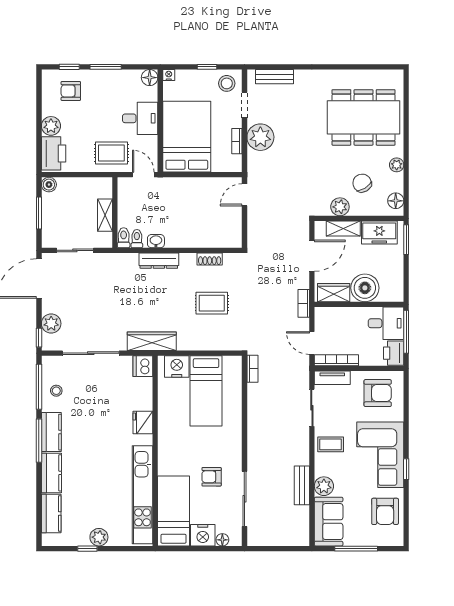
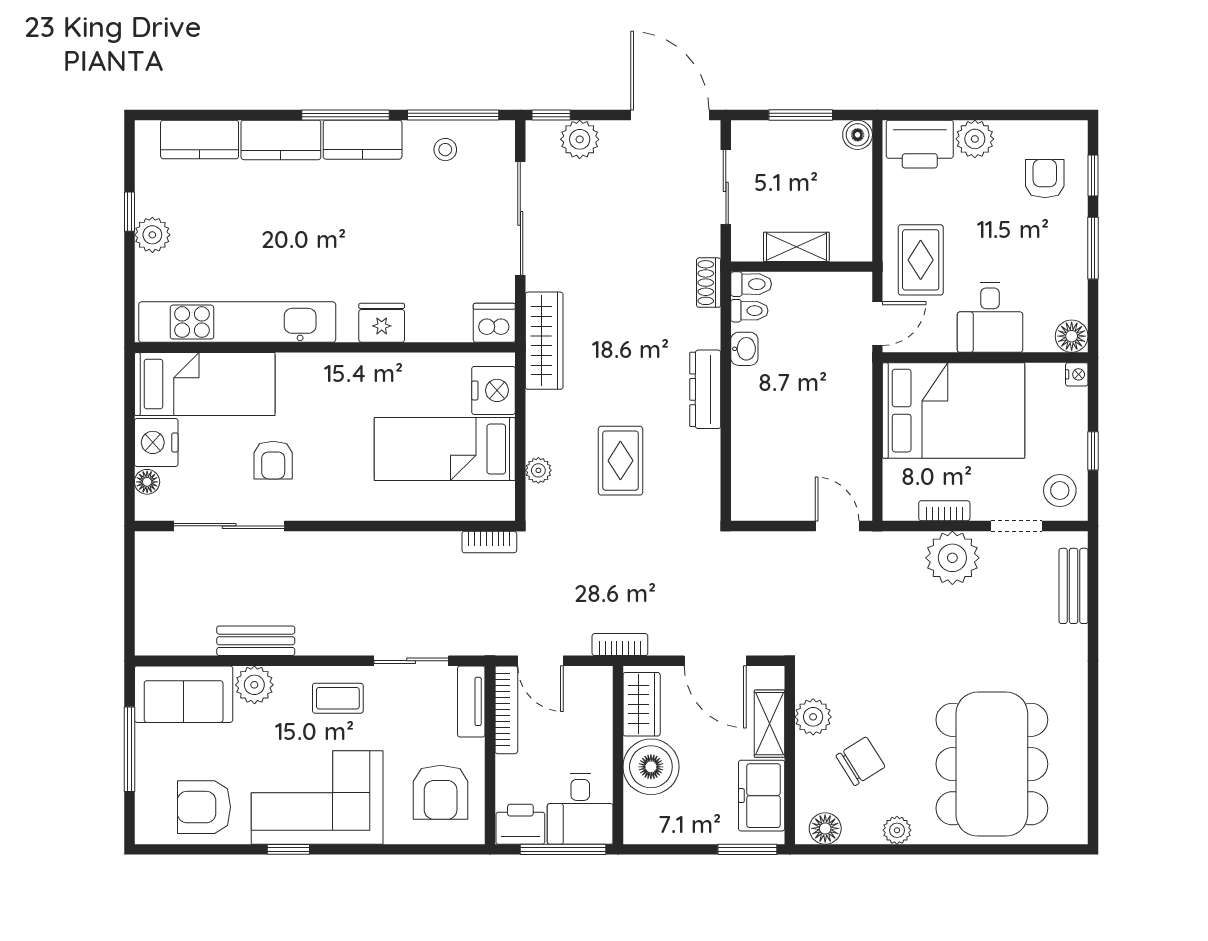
shoe rack: (210, 259) -> (709, 283), moved
dresser: (159, 261) -> (705, 389), moved
door: (312, 343) -> (540, 661), swing flipped
plant: (217, 344) -> (538, 470), added
coffee table: (331, 444) -> (338, 698), turned 90
armchair: (212, 477) -> (273, 460), turned 180

